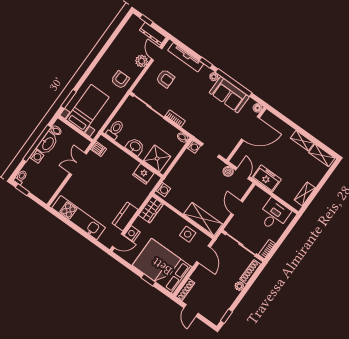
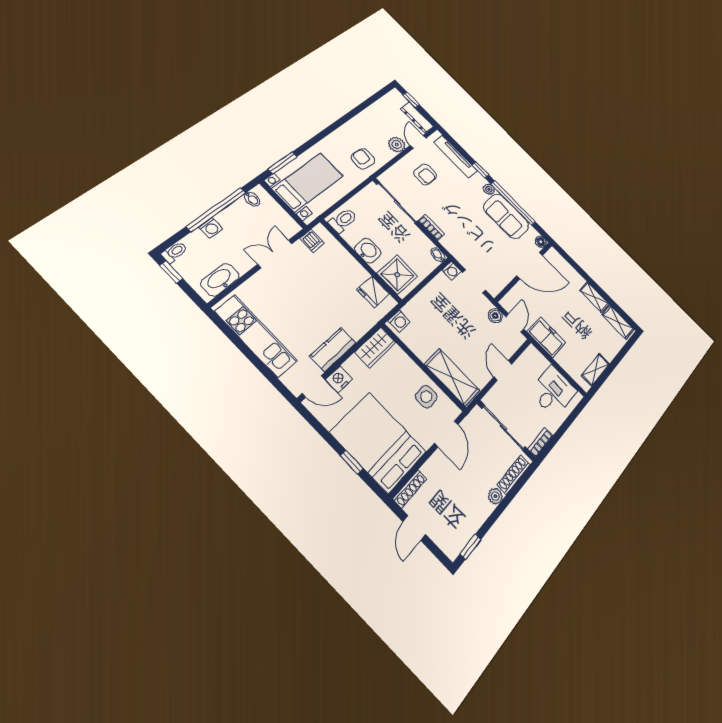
armchair: (120, 80) -> (363, 159), turned -87
washbasin: (48, 143) -> (220, 280), moved, turned 180

